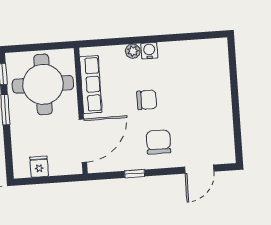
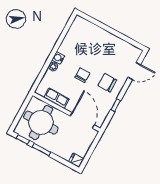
row of seats: (91, 84) -> (56, 98), width x0.68
fridge: (39, 167) -> (76, 160), moved
door: (199, 169) -> (134, 71), hinge flipped

